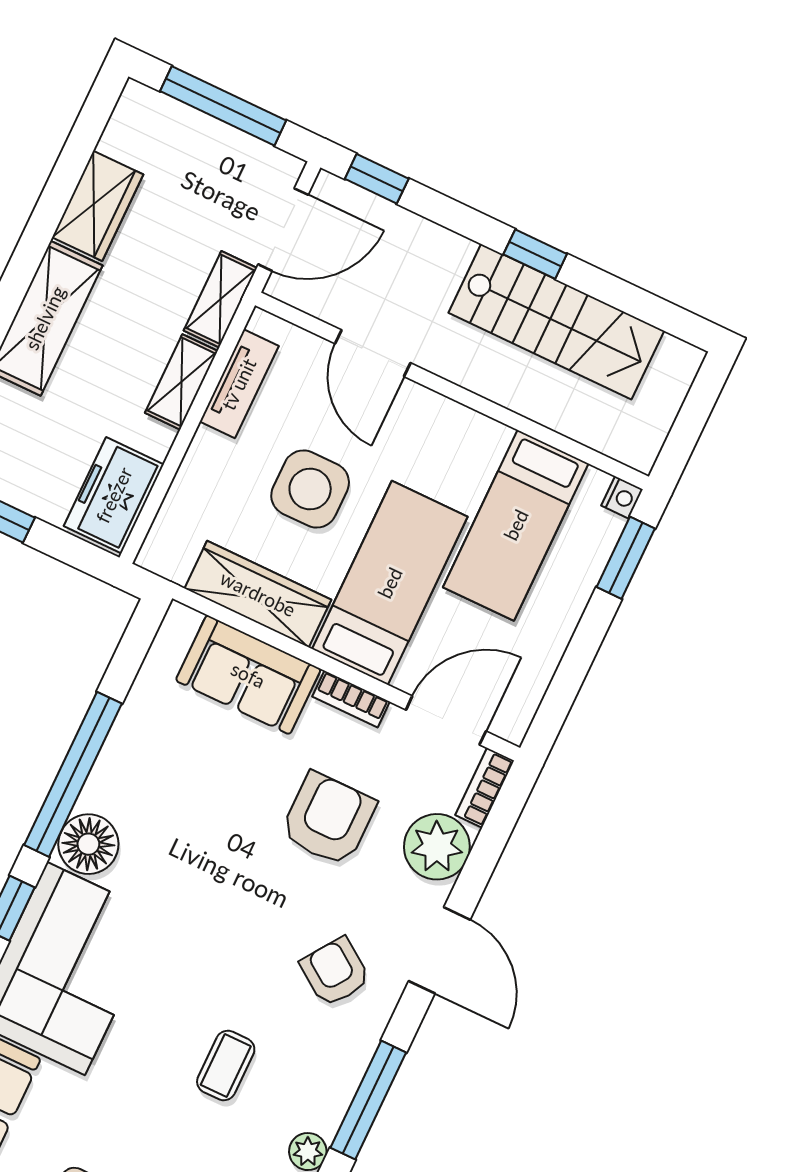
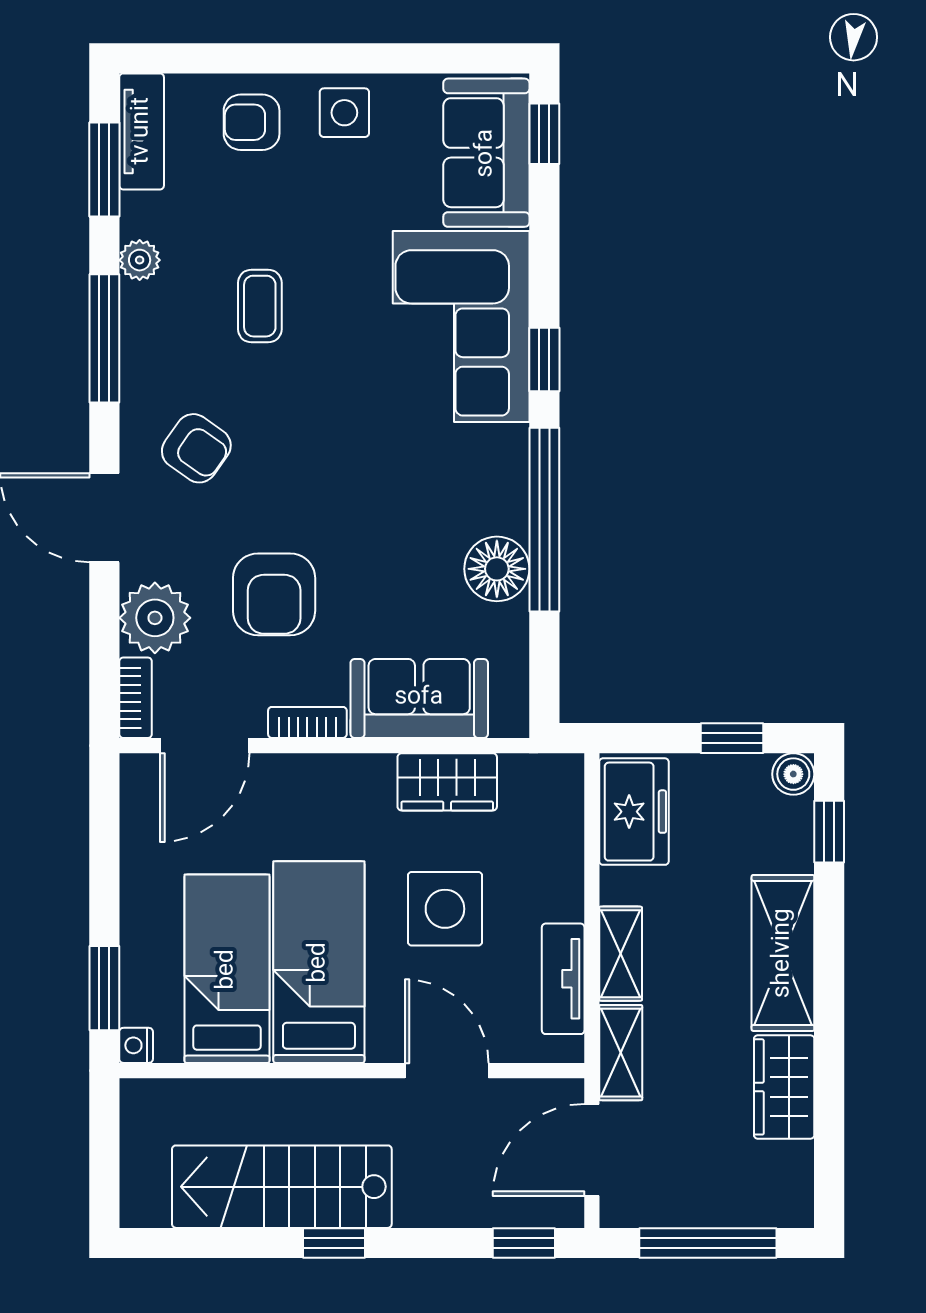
bed: (390, 583) -> (319, 962), moved, turned 180
wardrobe: (258, 594) -> (447, 782), width x0.67
floor lamp: (88, 844) -> (497, 569), moved

